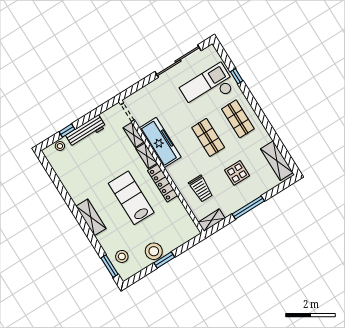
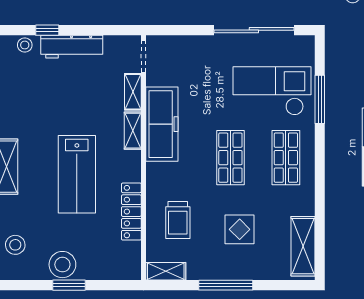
window: (237, 76) -> (320, 99), width x2.17
locker: (163, 183) -> (131, 212), moved
lab bench: (131, 198) -> (77, 174), turned 180

